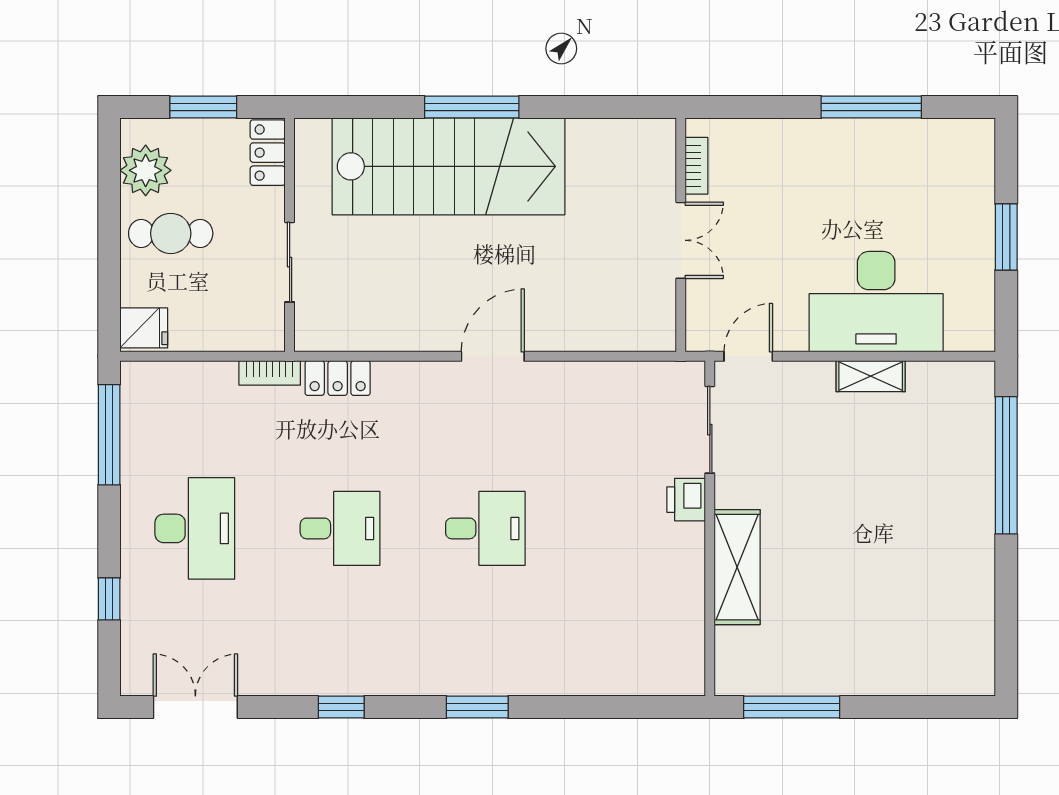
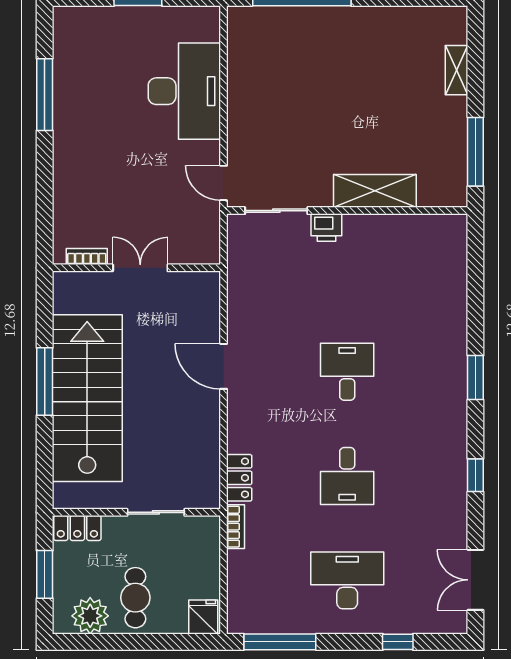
bookcase: (696, 166) -> (87, 257), moved
wall: (681, 235) -> (136, 268), moved
double door: (681, 240) -> (140, 268), moved
shelving: (871, 376) -> (456, 70), moved
desk: (340, 528) -> (347, 476), turned 180

